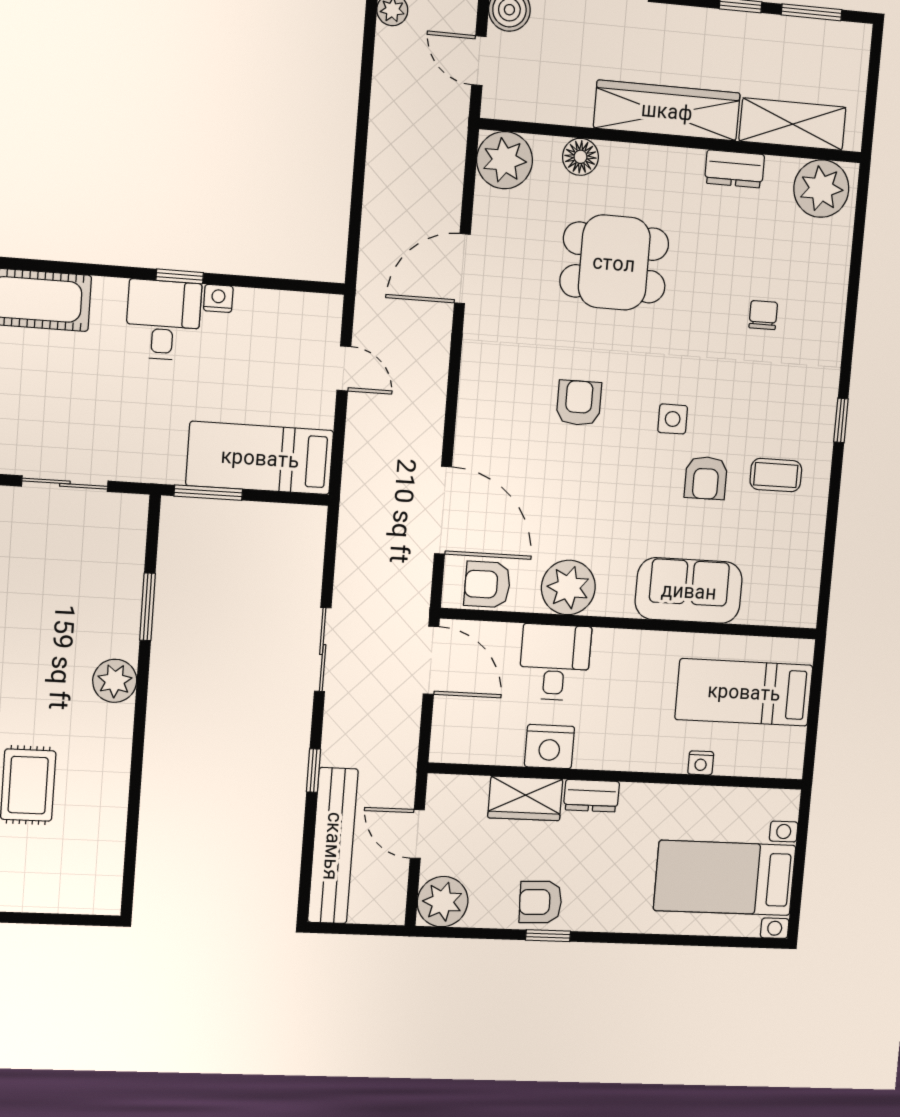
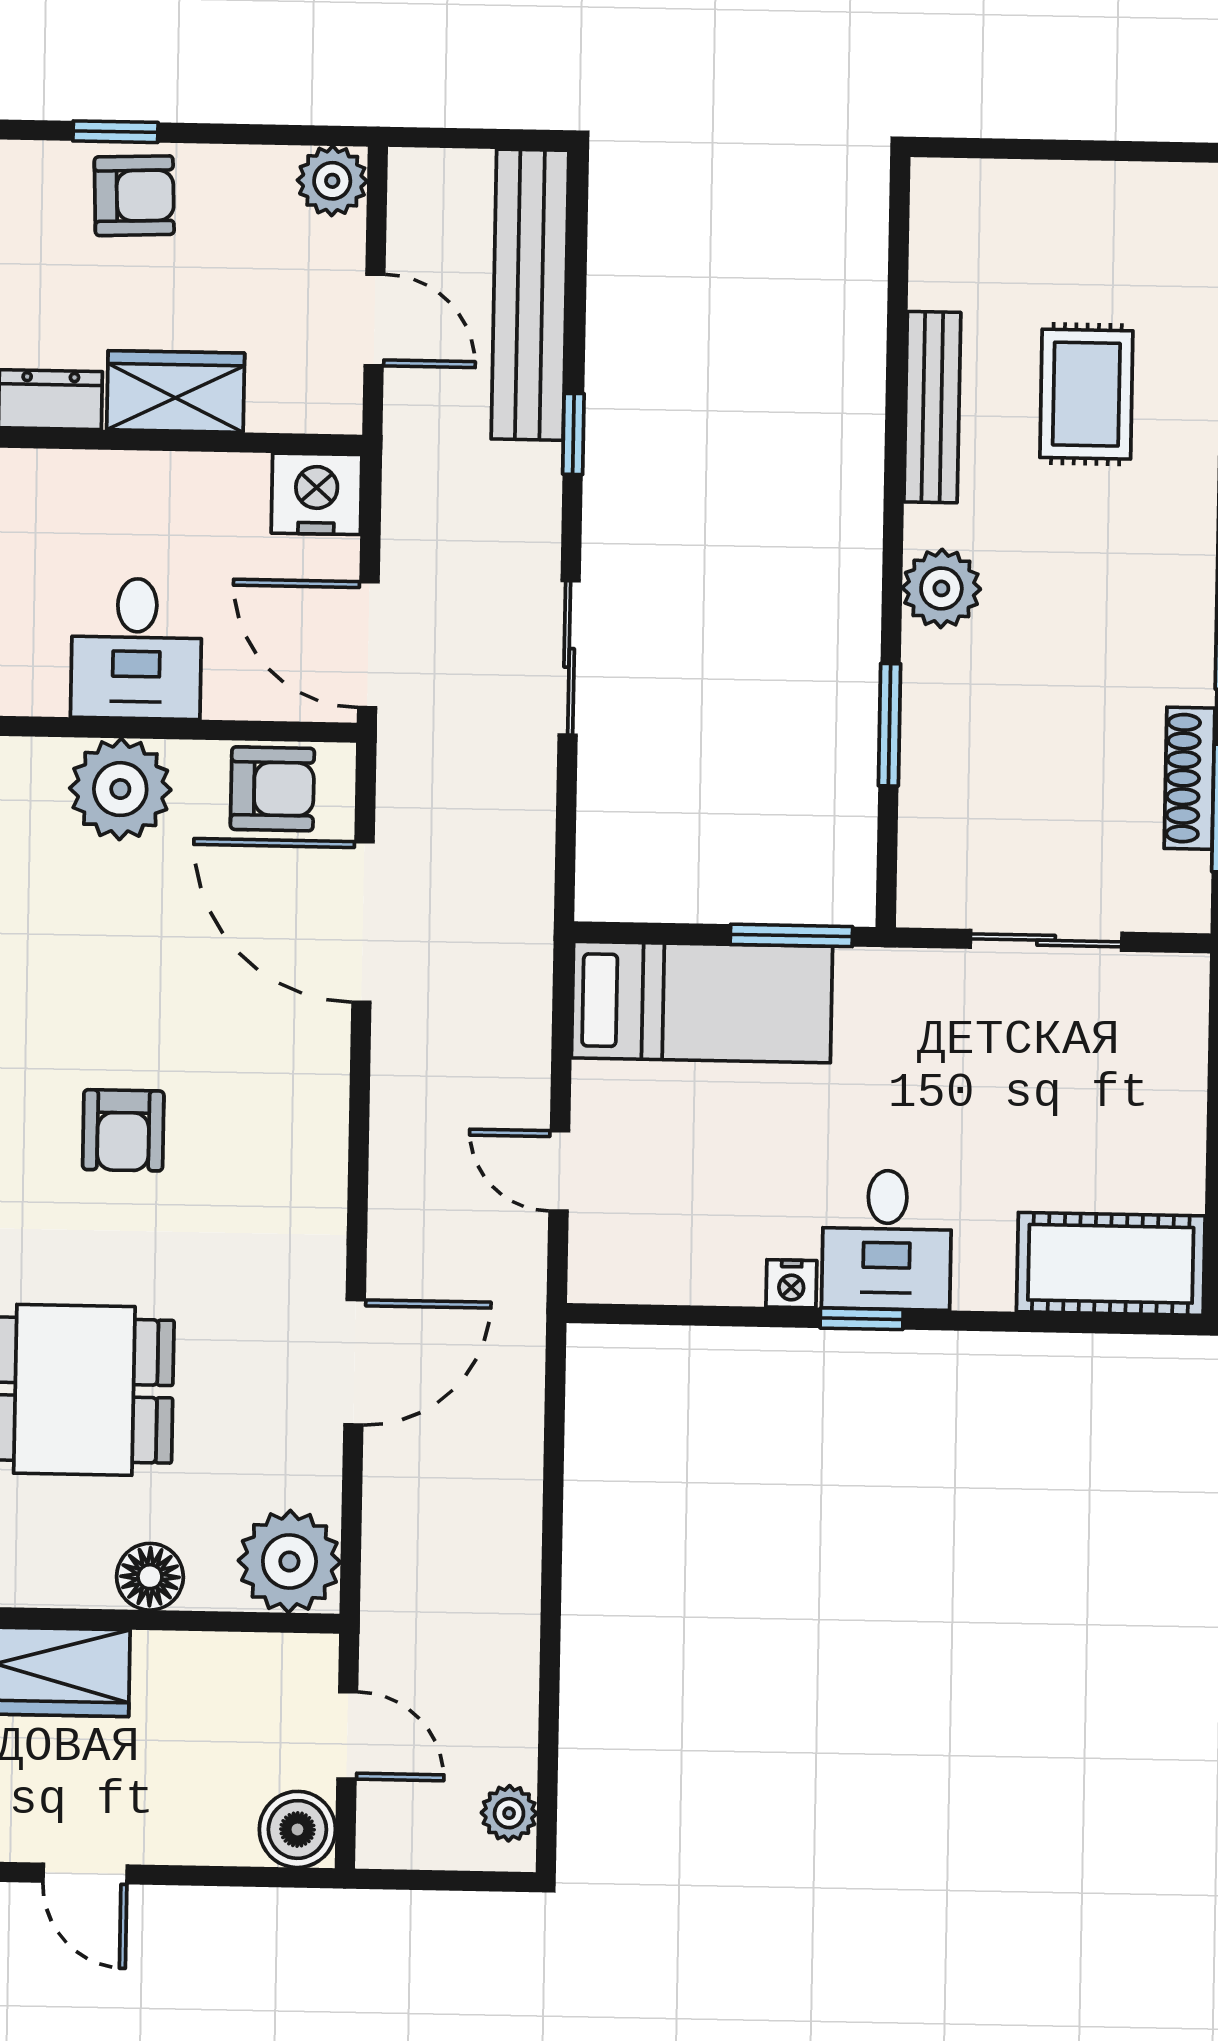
nightstand: (550, 747) -> (317, 494), moved
bench: (115, 780) -> (932, 407), added
plant: (443, 902) -> (332, 181), width x0.73, depth x0.73

